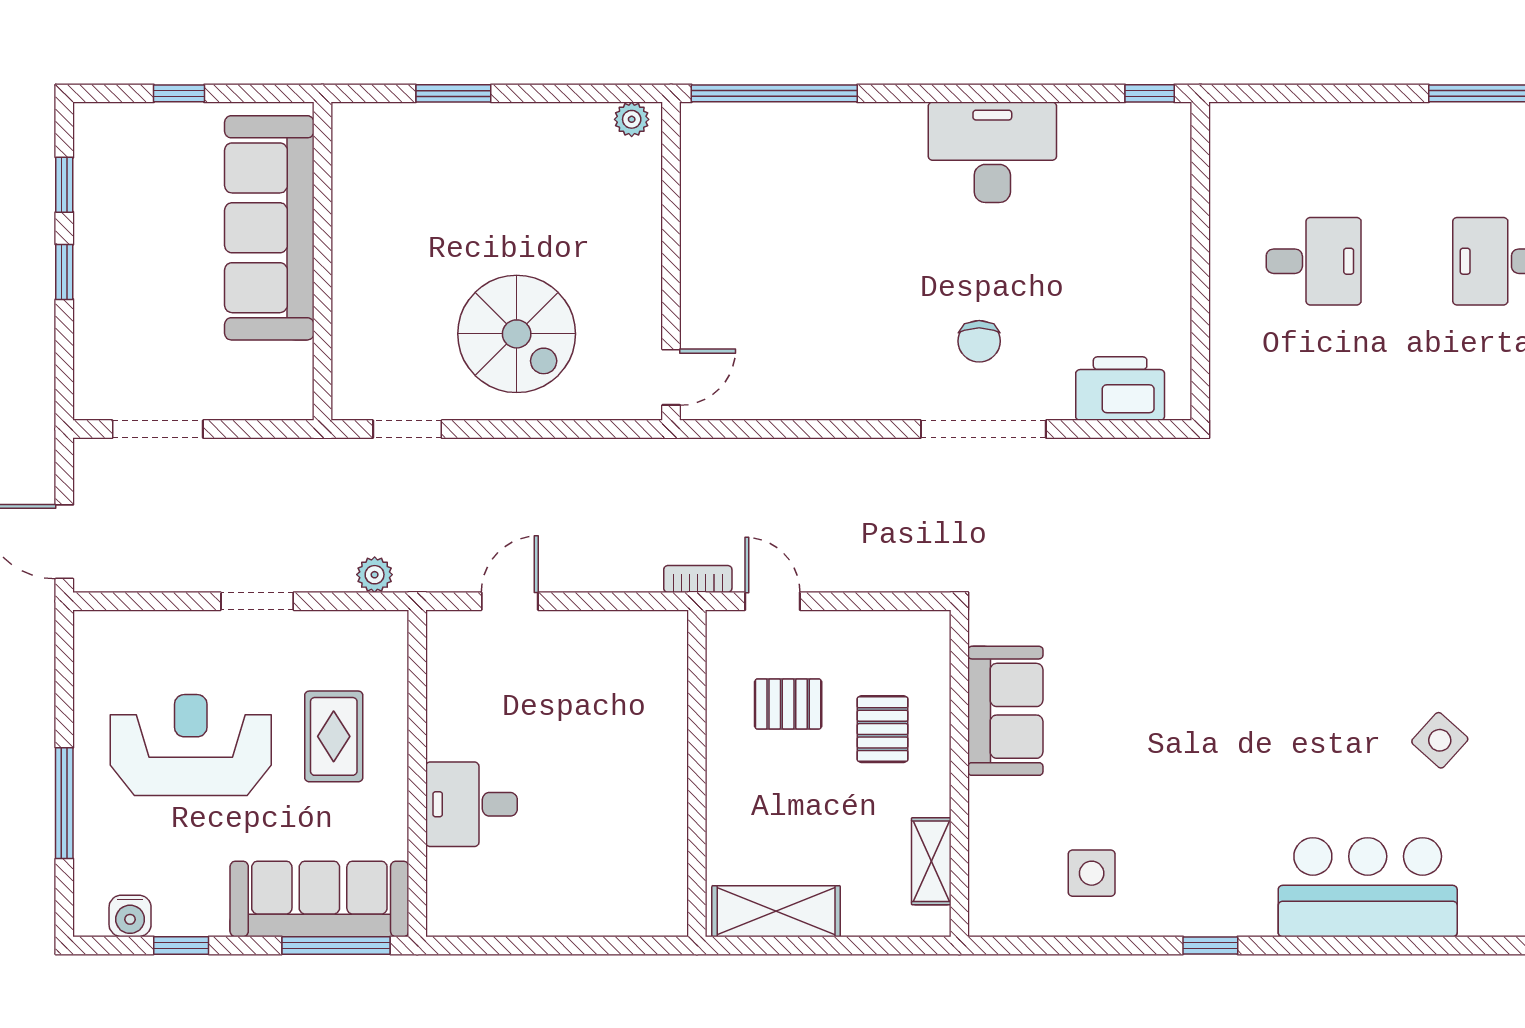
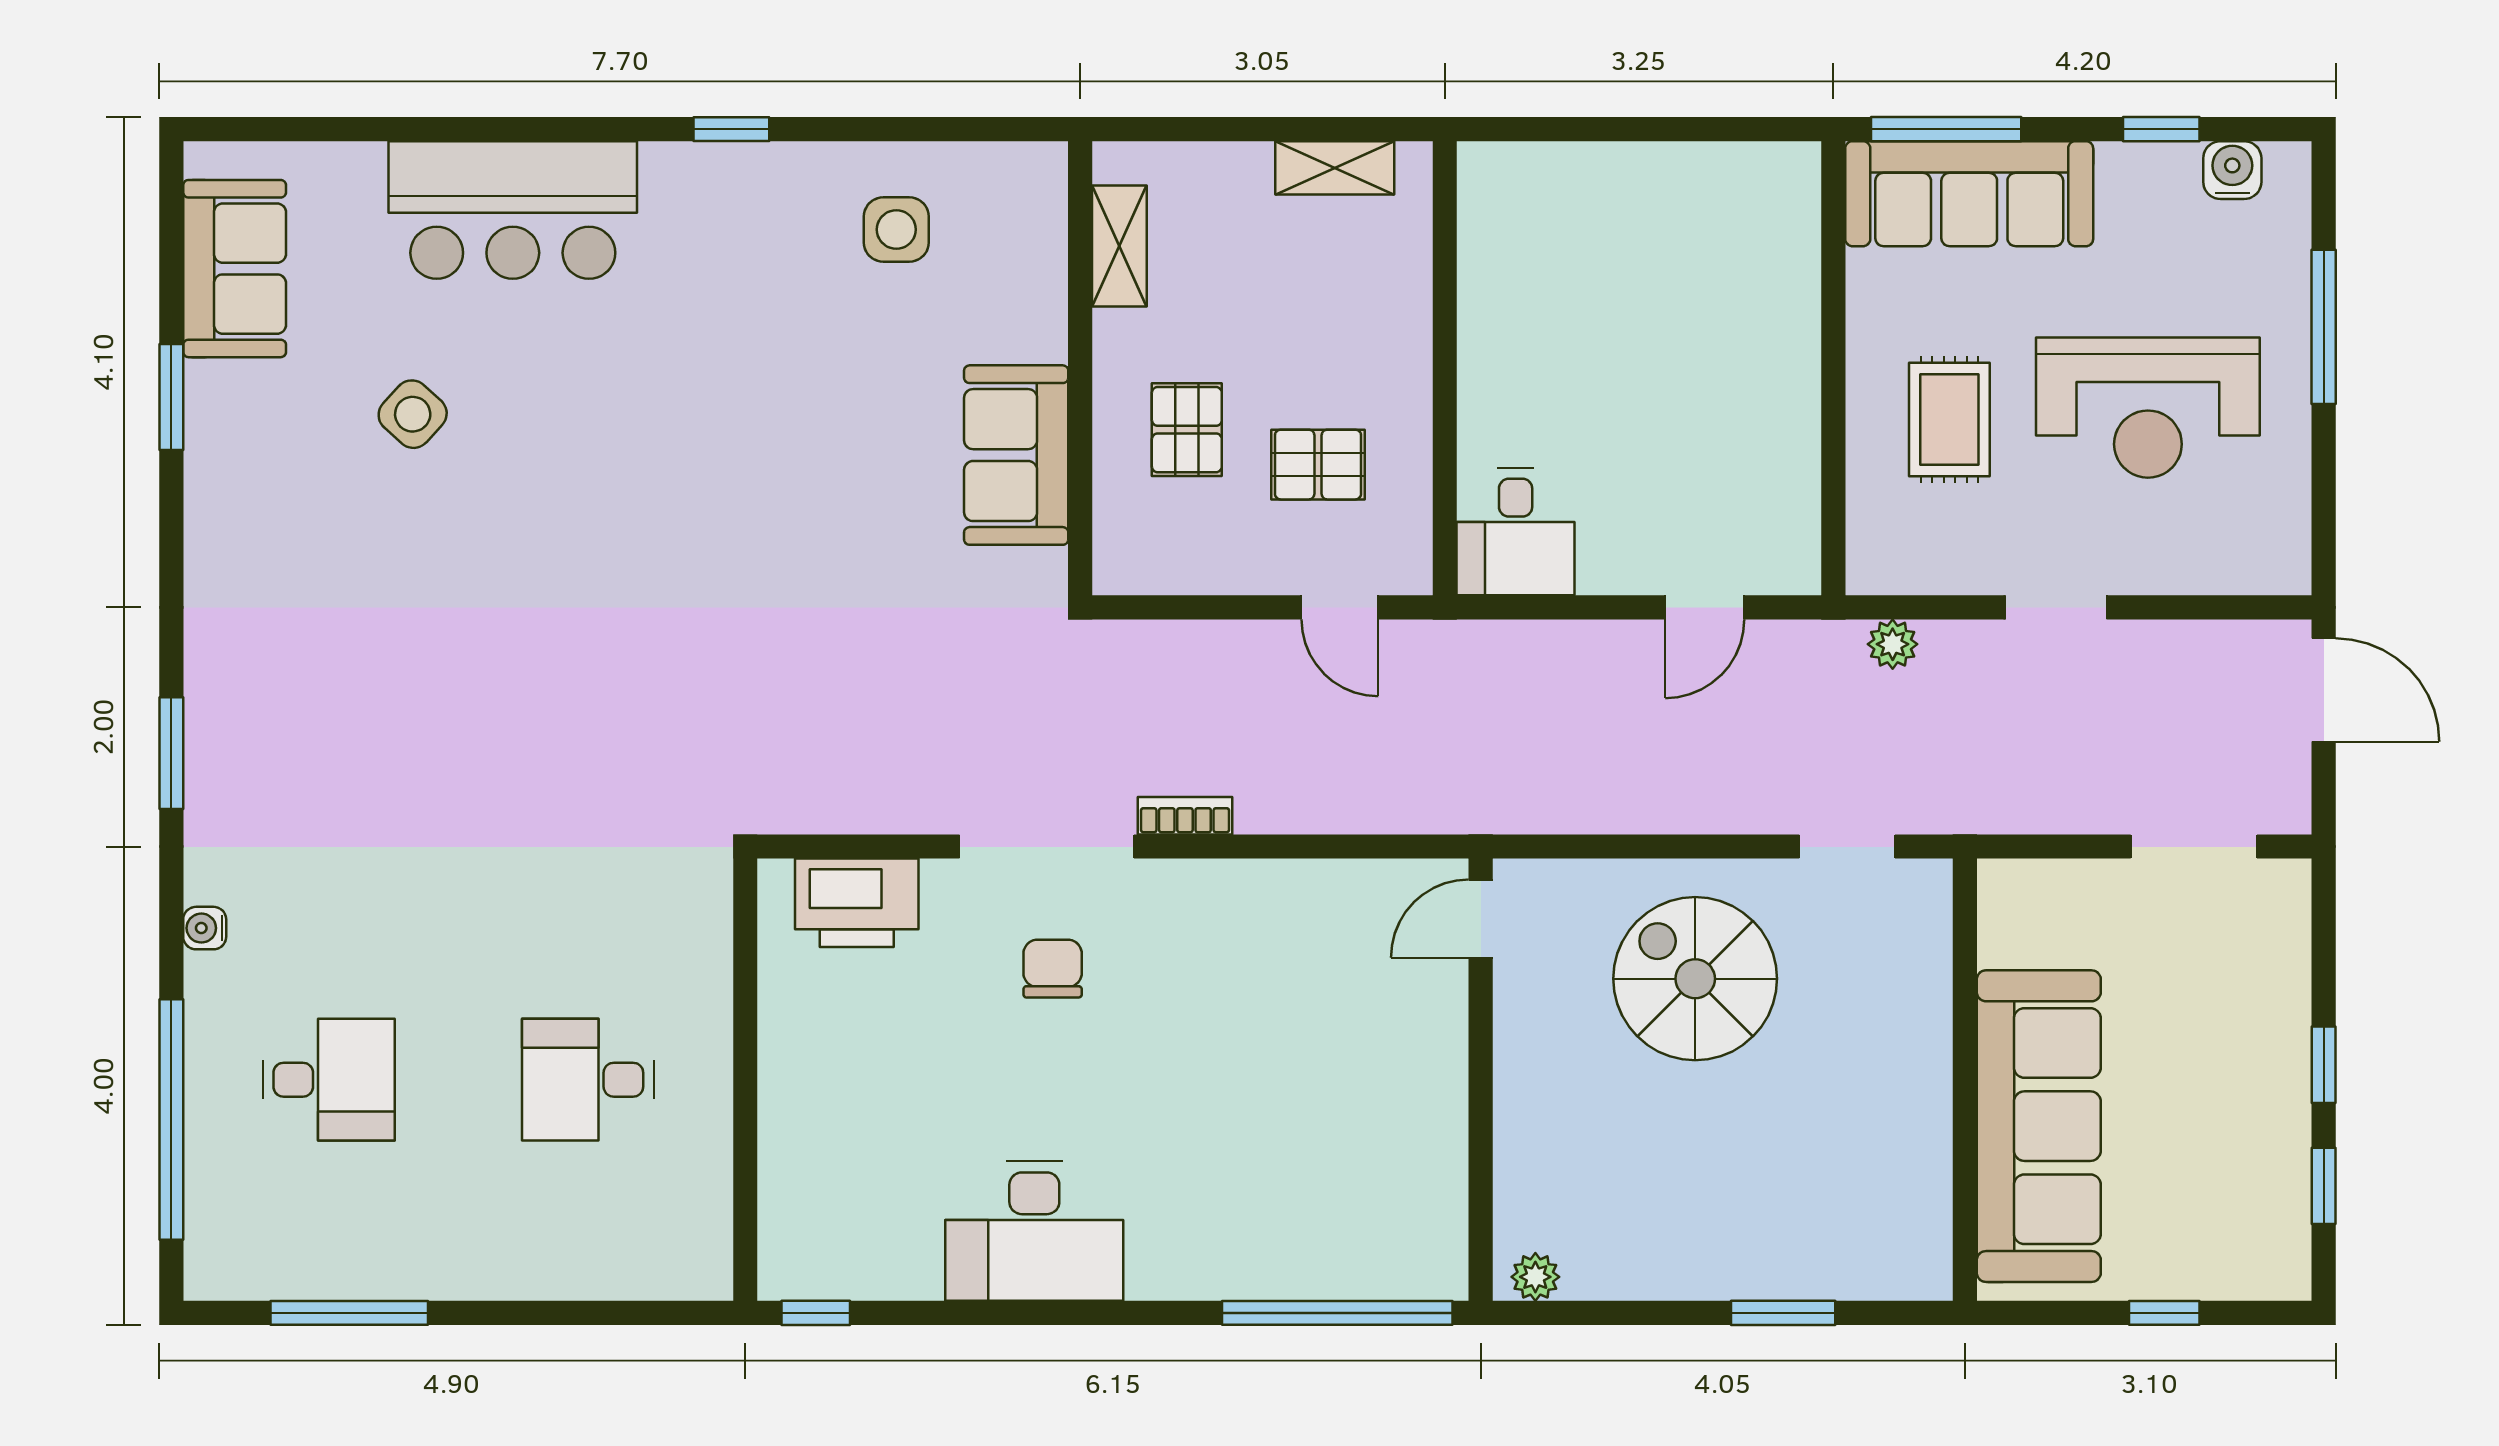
bookcase: (698, 579) -> (1185, 816), moved, turned 180
desk: (471, 804) -> (1516, 532), moved, turned 90
shelving: (776, 911) -> (1335, 168), width x0.67, depth x0.75

